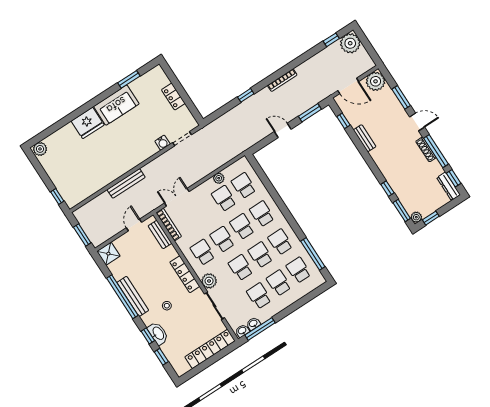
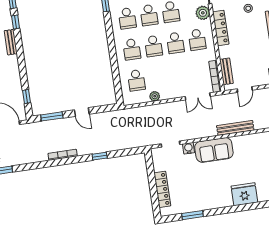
locker: (173, 97) -> (162, 189), width x1.53
sofa: (116, 105) -> (214, 150), moved, turned 180
bench: (365, 138) -> (11, 42), moved
school desk: (224, 198) -> (158, 77), removed

